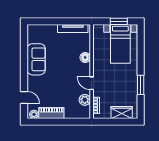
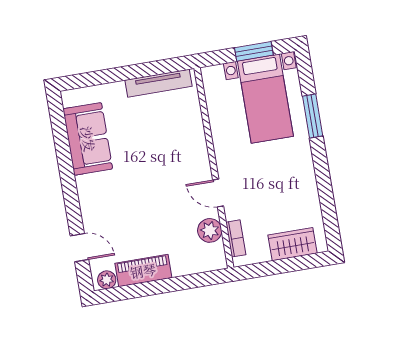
floor lamp: (85, 57) -> (195, 140), removed
sofa: (36, 59) -> (88, 139), moved
window: (141, 85) -> (313, 116), moved

